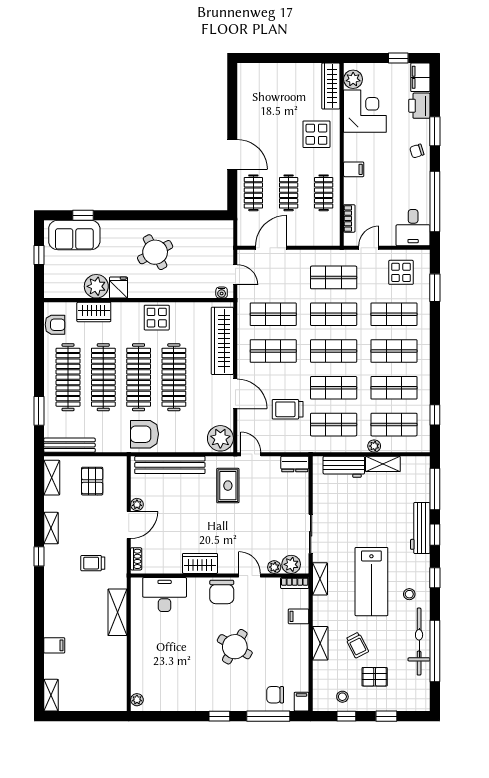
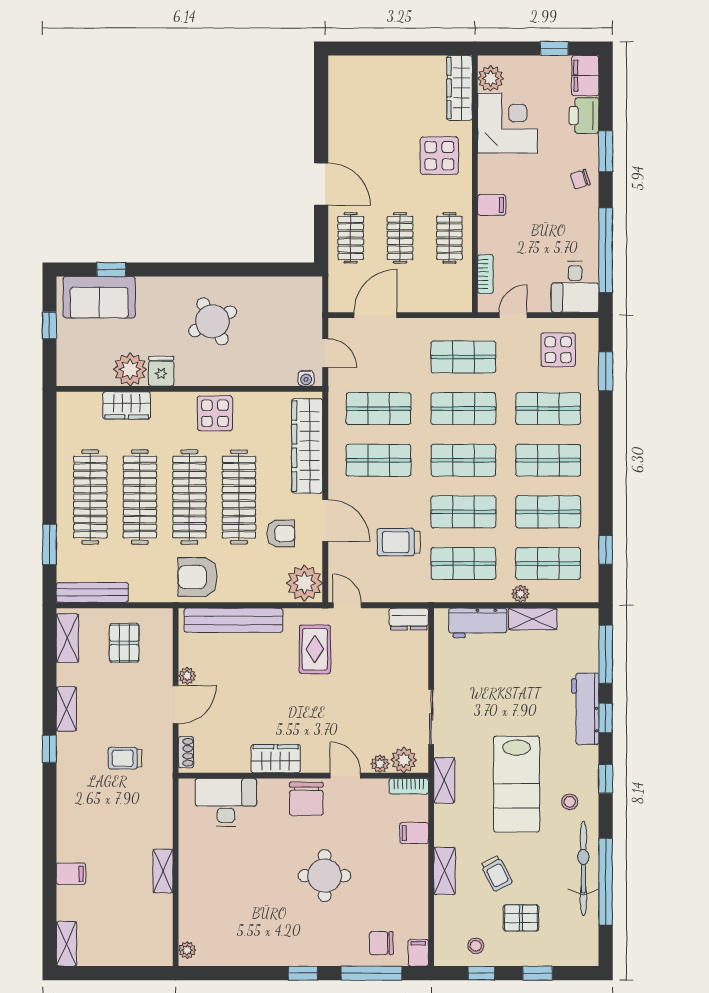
armchair: (55, 325) -> (281, 533), moved
shelving: (117, 612) -> (163, 871), moved, width x0.67, depth x0.75
round table: (235, 647) -> (325, 876), turned -30

